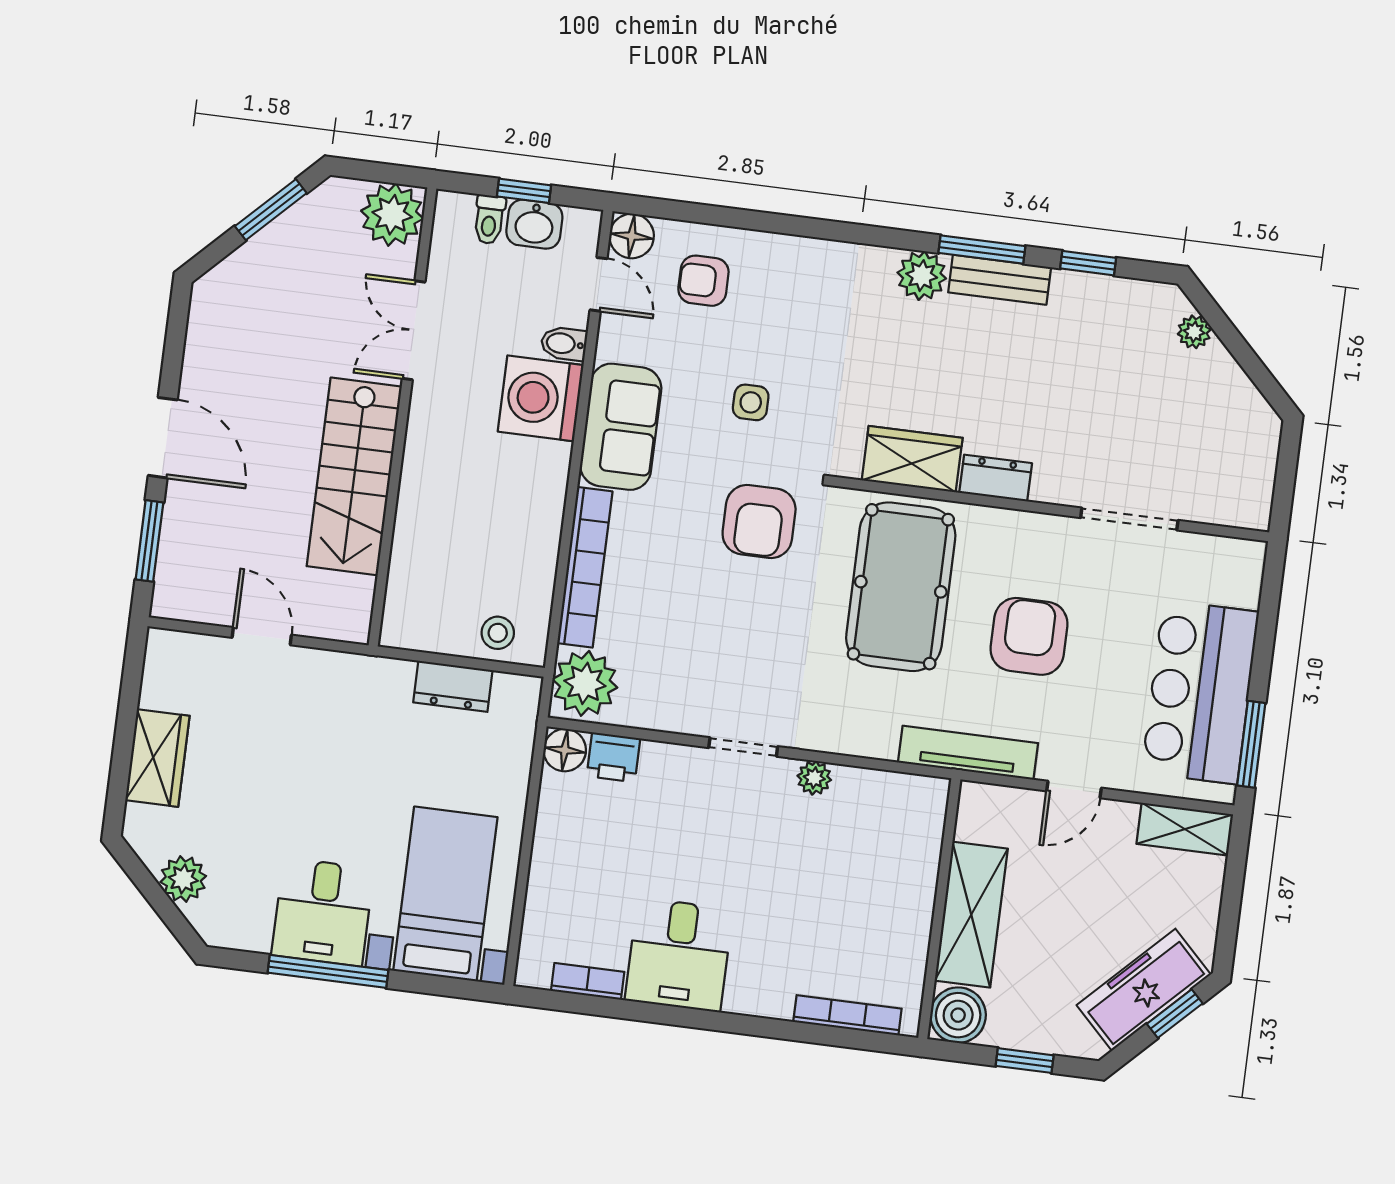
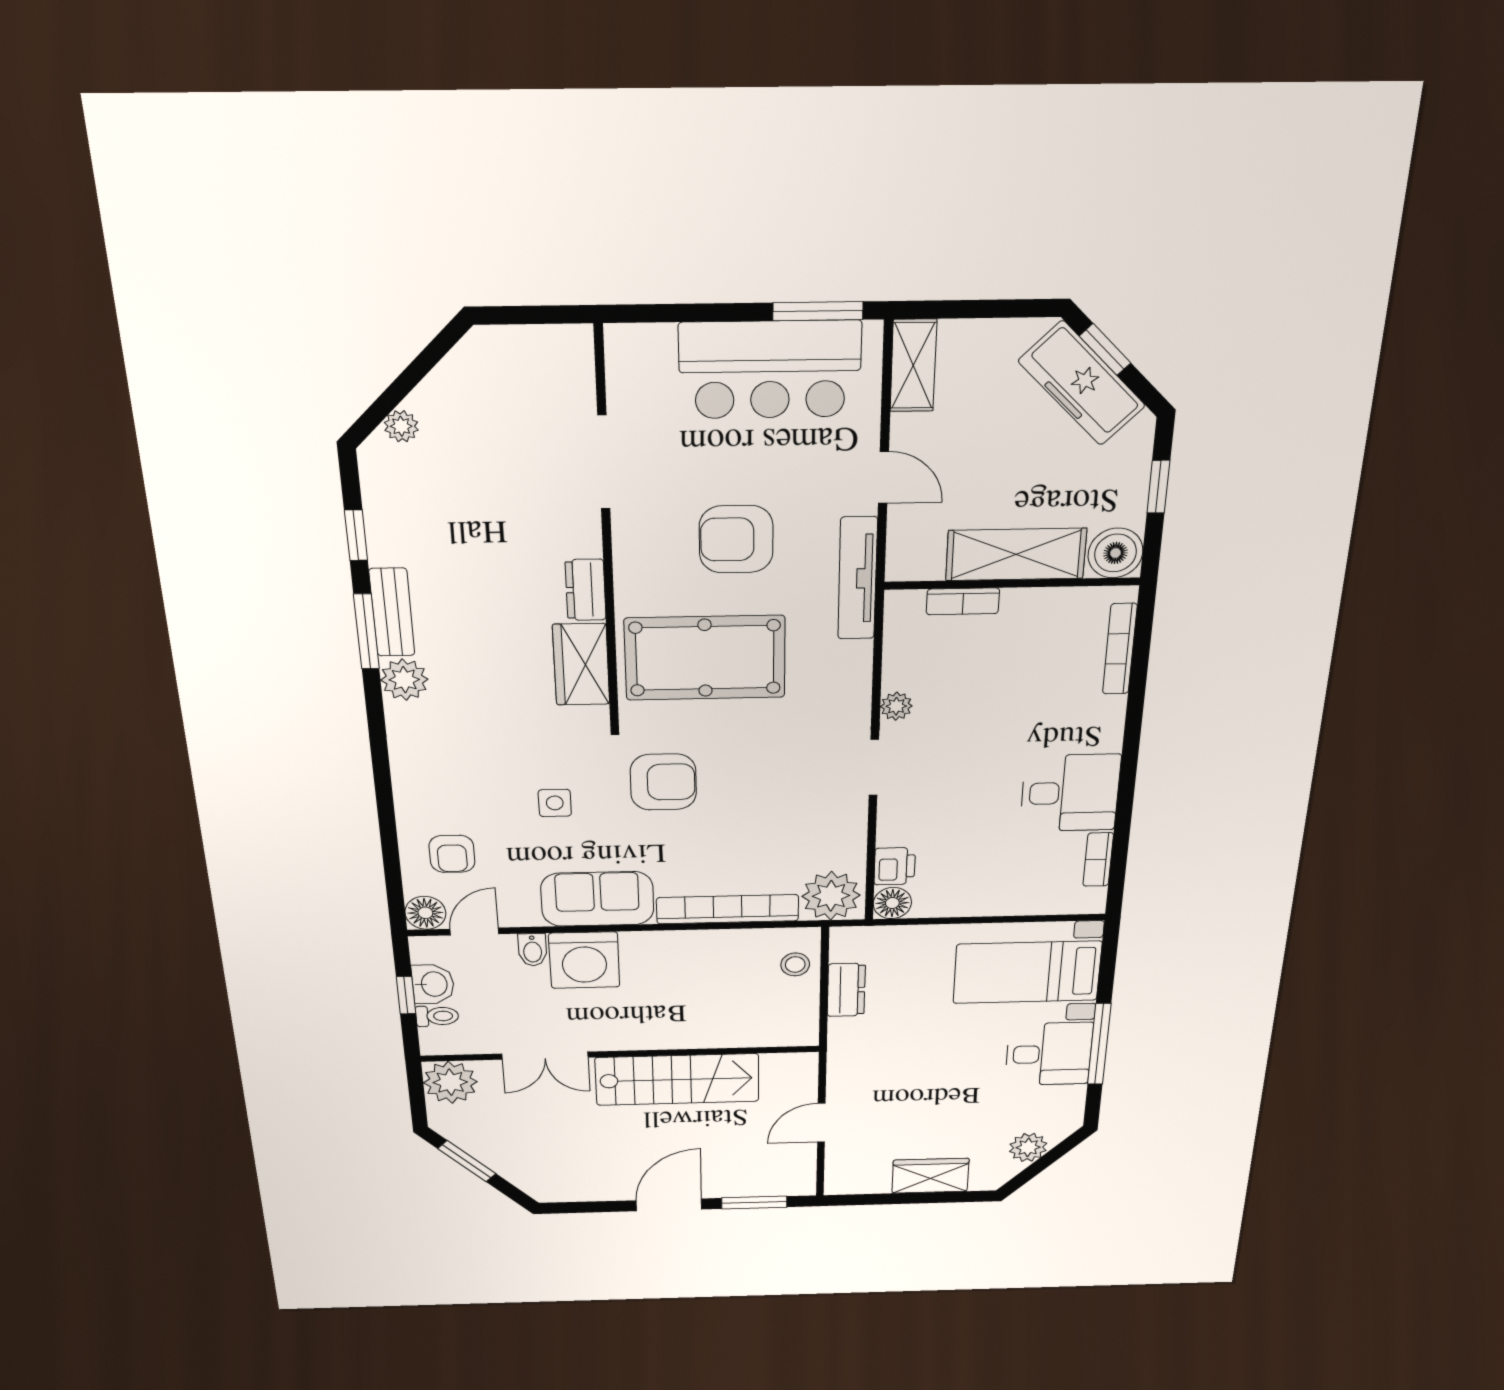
bookcase: (926, 857) -> (963, 601), added

